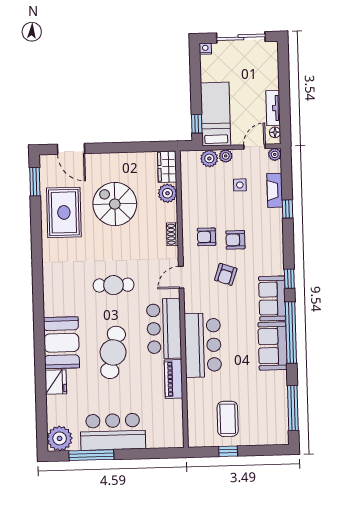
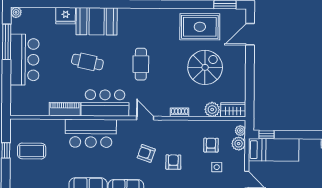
plant: (226, 156) -> (240, 131), moved
armchair: (206, 237) -> (211, 145), moved
cafe table: (113, 352) -> (87, 62), width x0.73, depth x0.74
plant: (60, 438) -> (16, 12), width x0.53, depth x0.53

